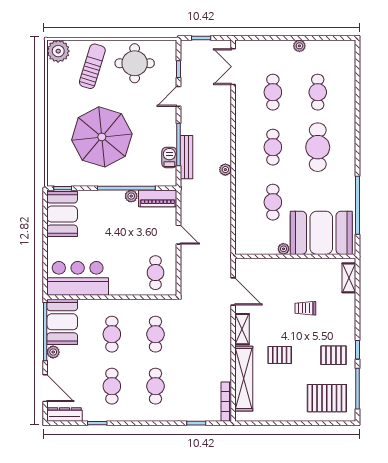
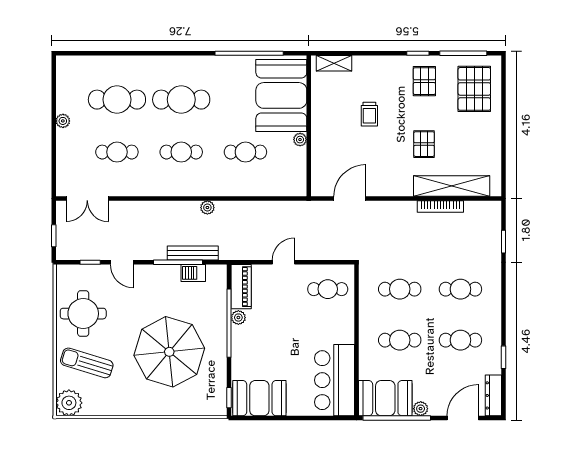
cafe table: (318, 92) -> (117, 100), width x1.37, depth x1.35
shelving: (242, 329) -> (394, 188), removed
bookcase: (226, 402) -> (440, 206), moved

